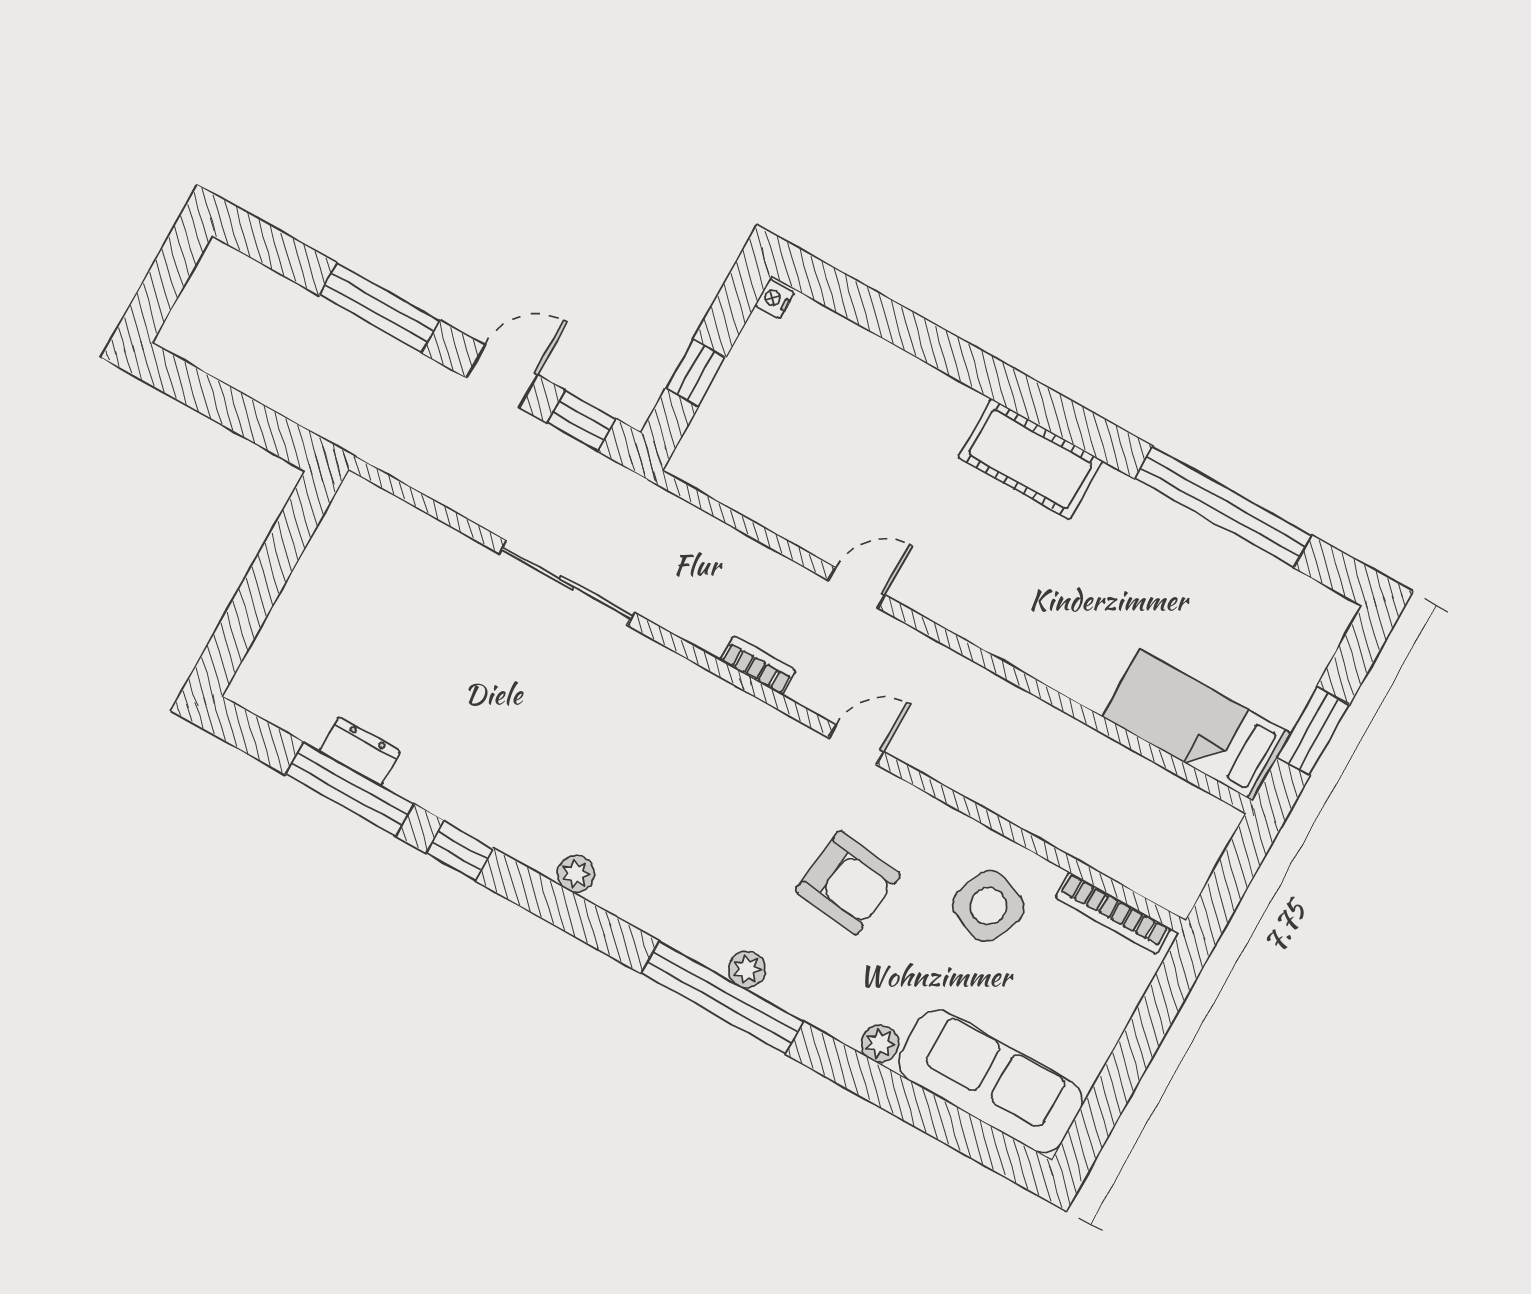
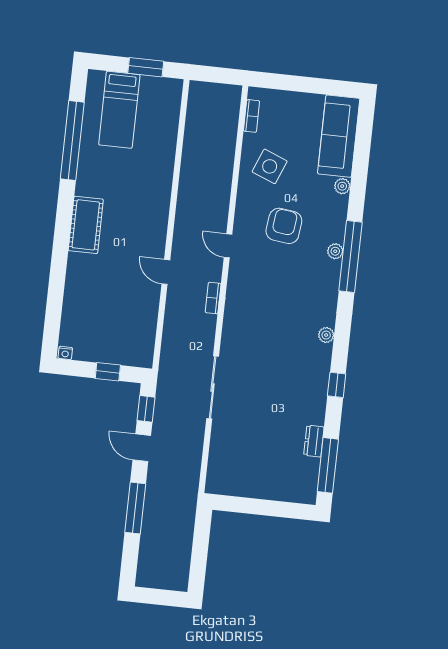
bed: (1196, 725) -> (119, 110), moved
window: (349, 789) -> (328, 465), moved
bookcase: (1113, 913) -> (252, 116), width x0.64

